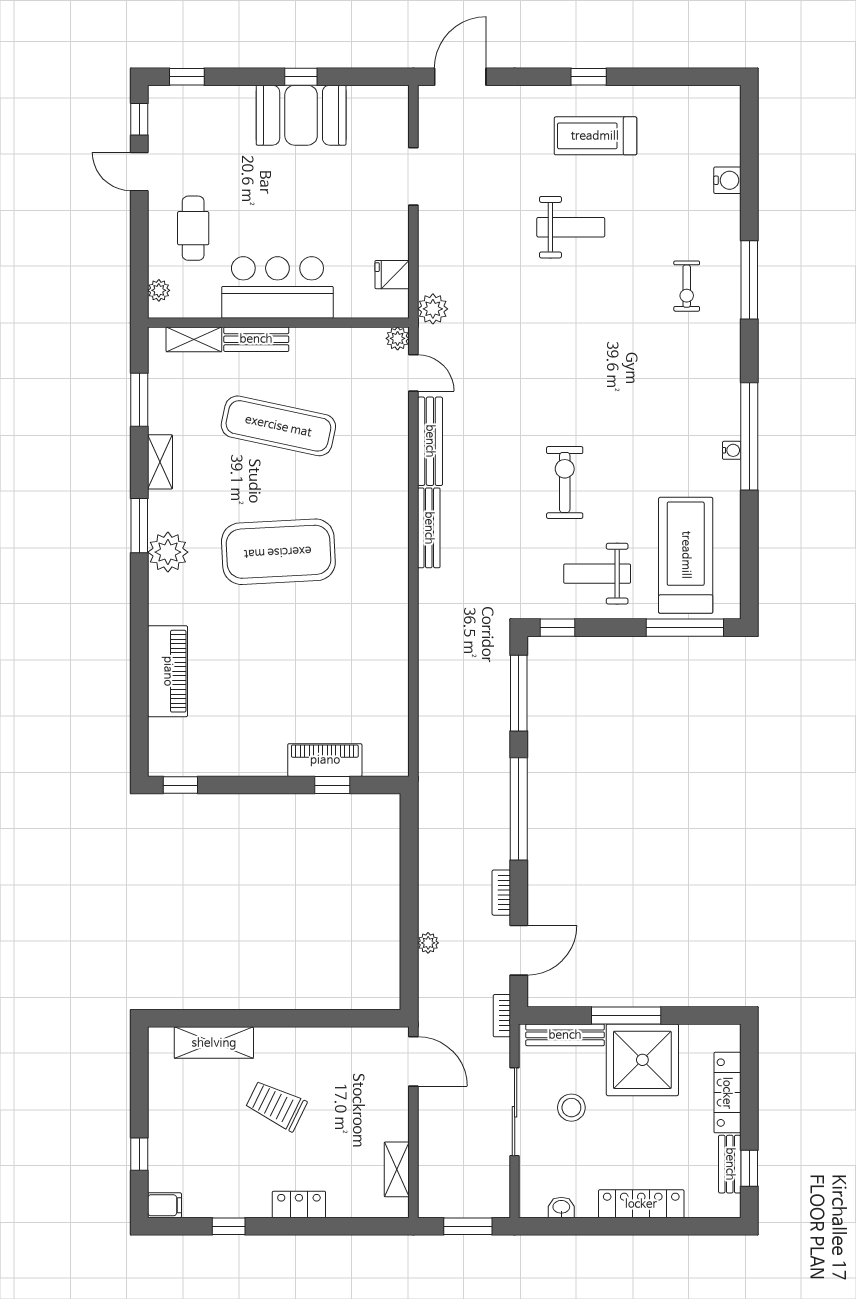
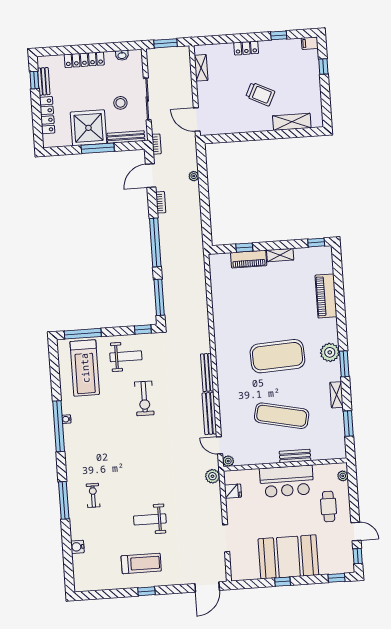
booth: (301, 115) -> (288, 557), width x1.36, depth x1.42
shelving: (194, 339) -> (280, 255), moved

